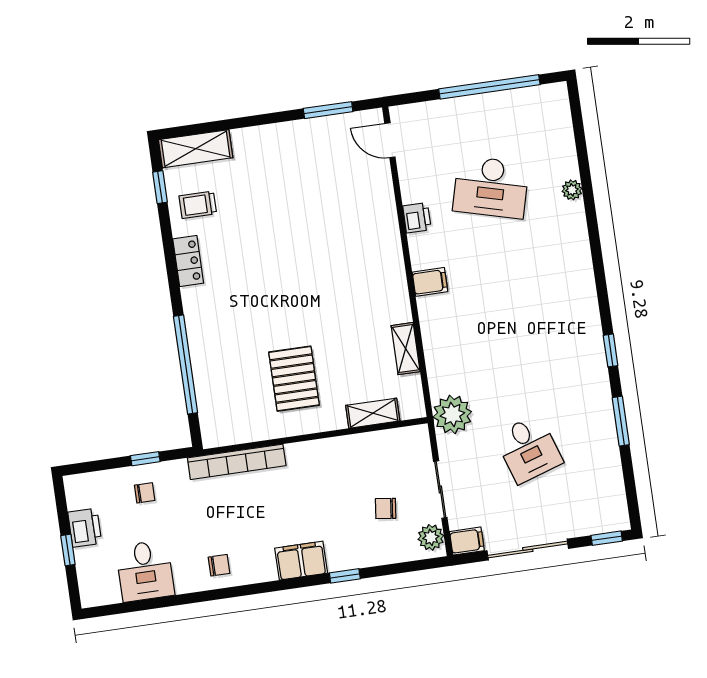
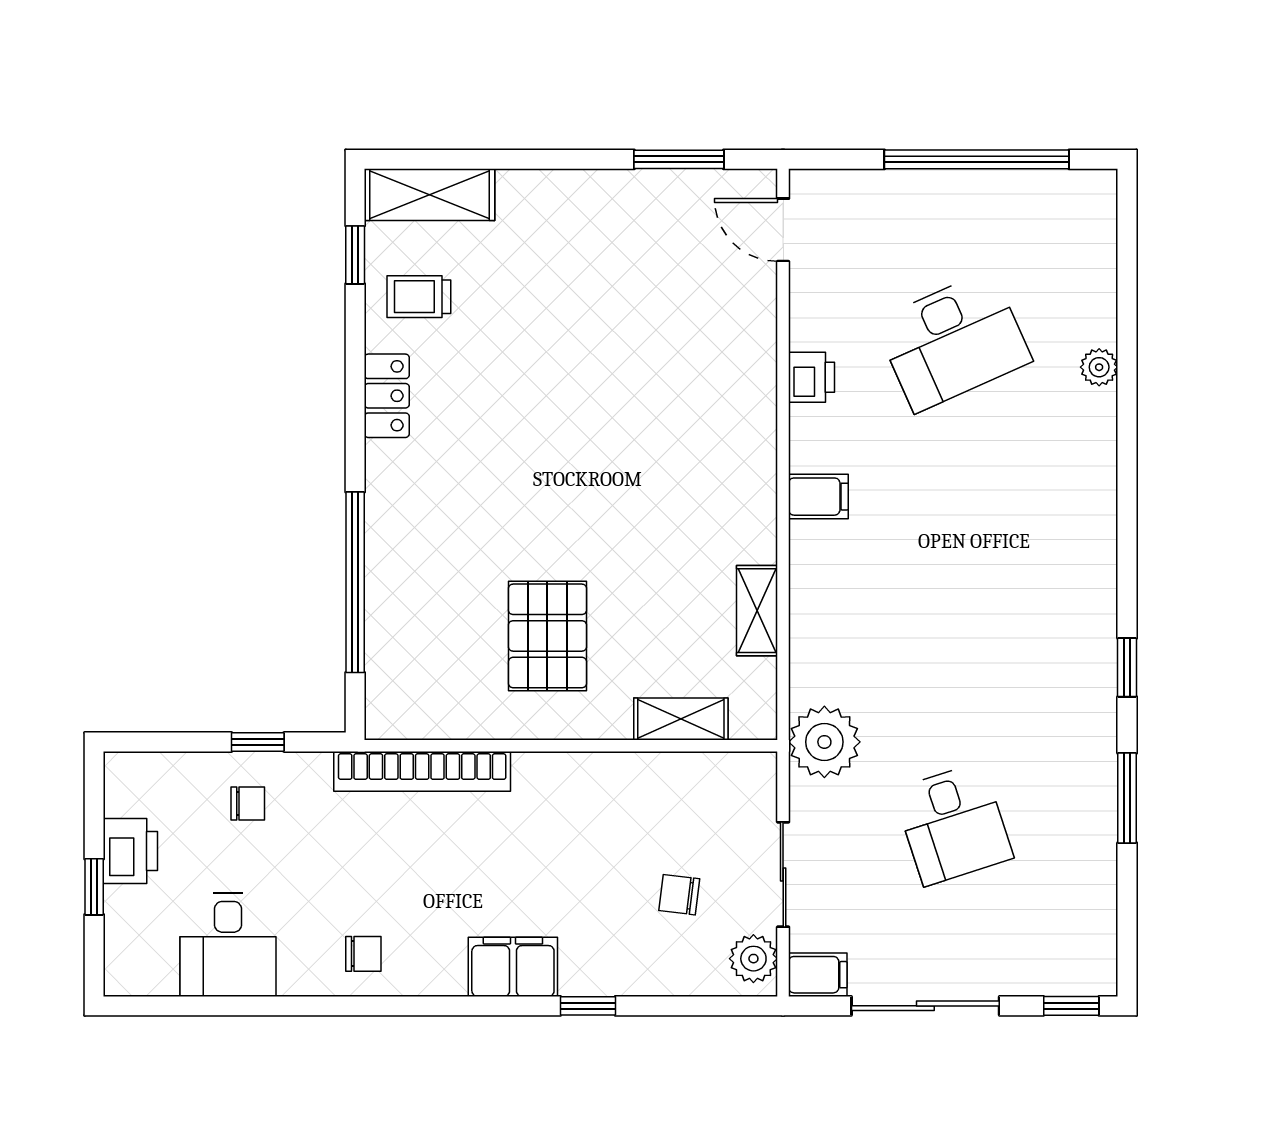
desk: (491, 187) -> (953, 341), turned -39

